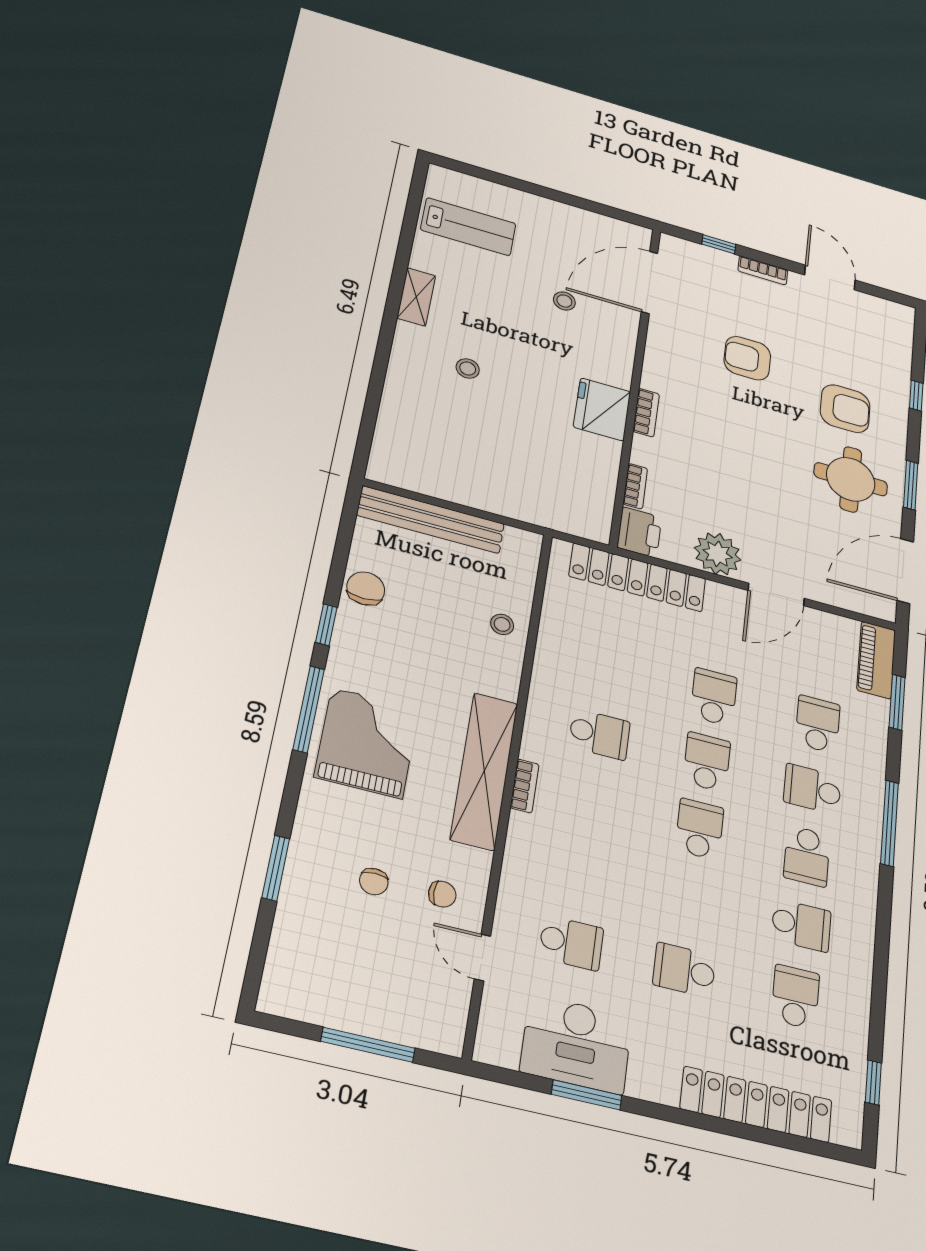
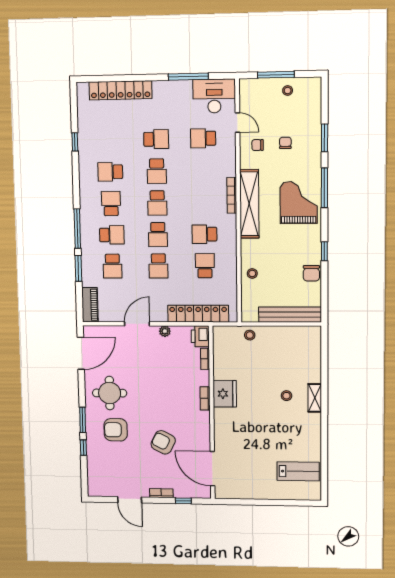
lab bench: (468, 227) -> (298, 471), turned 180
door: (650, 282) -> (212, 469), swing flipped
shelving: (416, 297) -> (315, 398), moved
stool: (564, 301) -> (250, 335), moved
armchair: (747, 358) -> (163, 442), turned -153
window: (911, 485) -> (83, 420), moved
plant: (718, 554) -> (165, 331), width x0.53, depth x0.53
school desk: (608, 669) -> (205, 266), added
window: (897, 702) -> (78, 268), moved
window: (309, 709) -> (324, 188), moved
grand piano: (367, 743) -> (299, 203), turned 180
bookcase: (525, 786) -> (232, 195), width x1.56
school desk: (795, 997) -> (157, 171), moved
stool: (346, 1000) -> (288, 91), added
desk: (576, 1044) -> (214, 96), moved
window: (873, 1082) -> (75, 142), moved
window: (587, 1095) -> (188, 77), width x1.44

